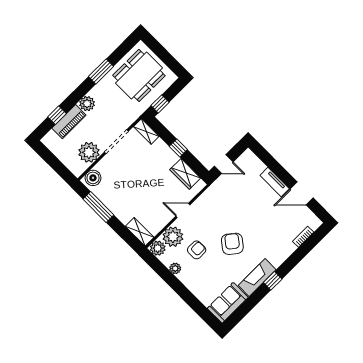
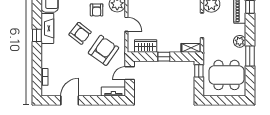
dining table: (139, 75) -> (227, 75), turned 90
plant: (87, 104) -> (240, 41), moved
tv unit: (275, 182) -> (113, 91), moved
armchair: (227, 208) -> (103, 50), added
door: (183, 211) -> (126, 24), hinge flipped

